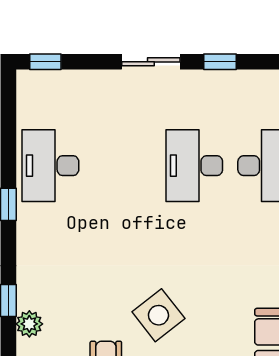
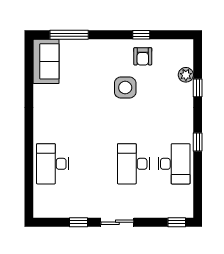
desk: (194, 166) -> (133, 164), moved, turned 180
side table: (158, 315) -> (125, 88), moved, turned 38

